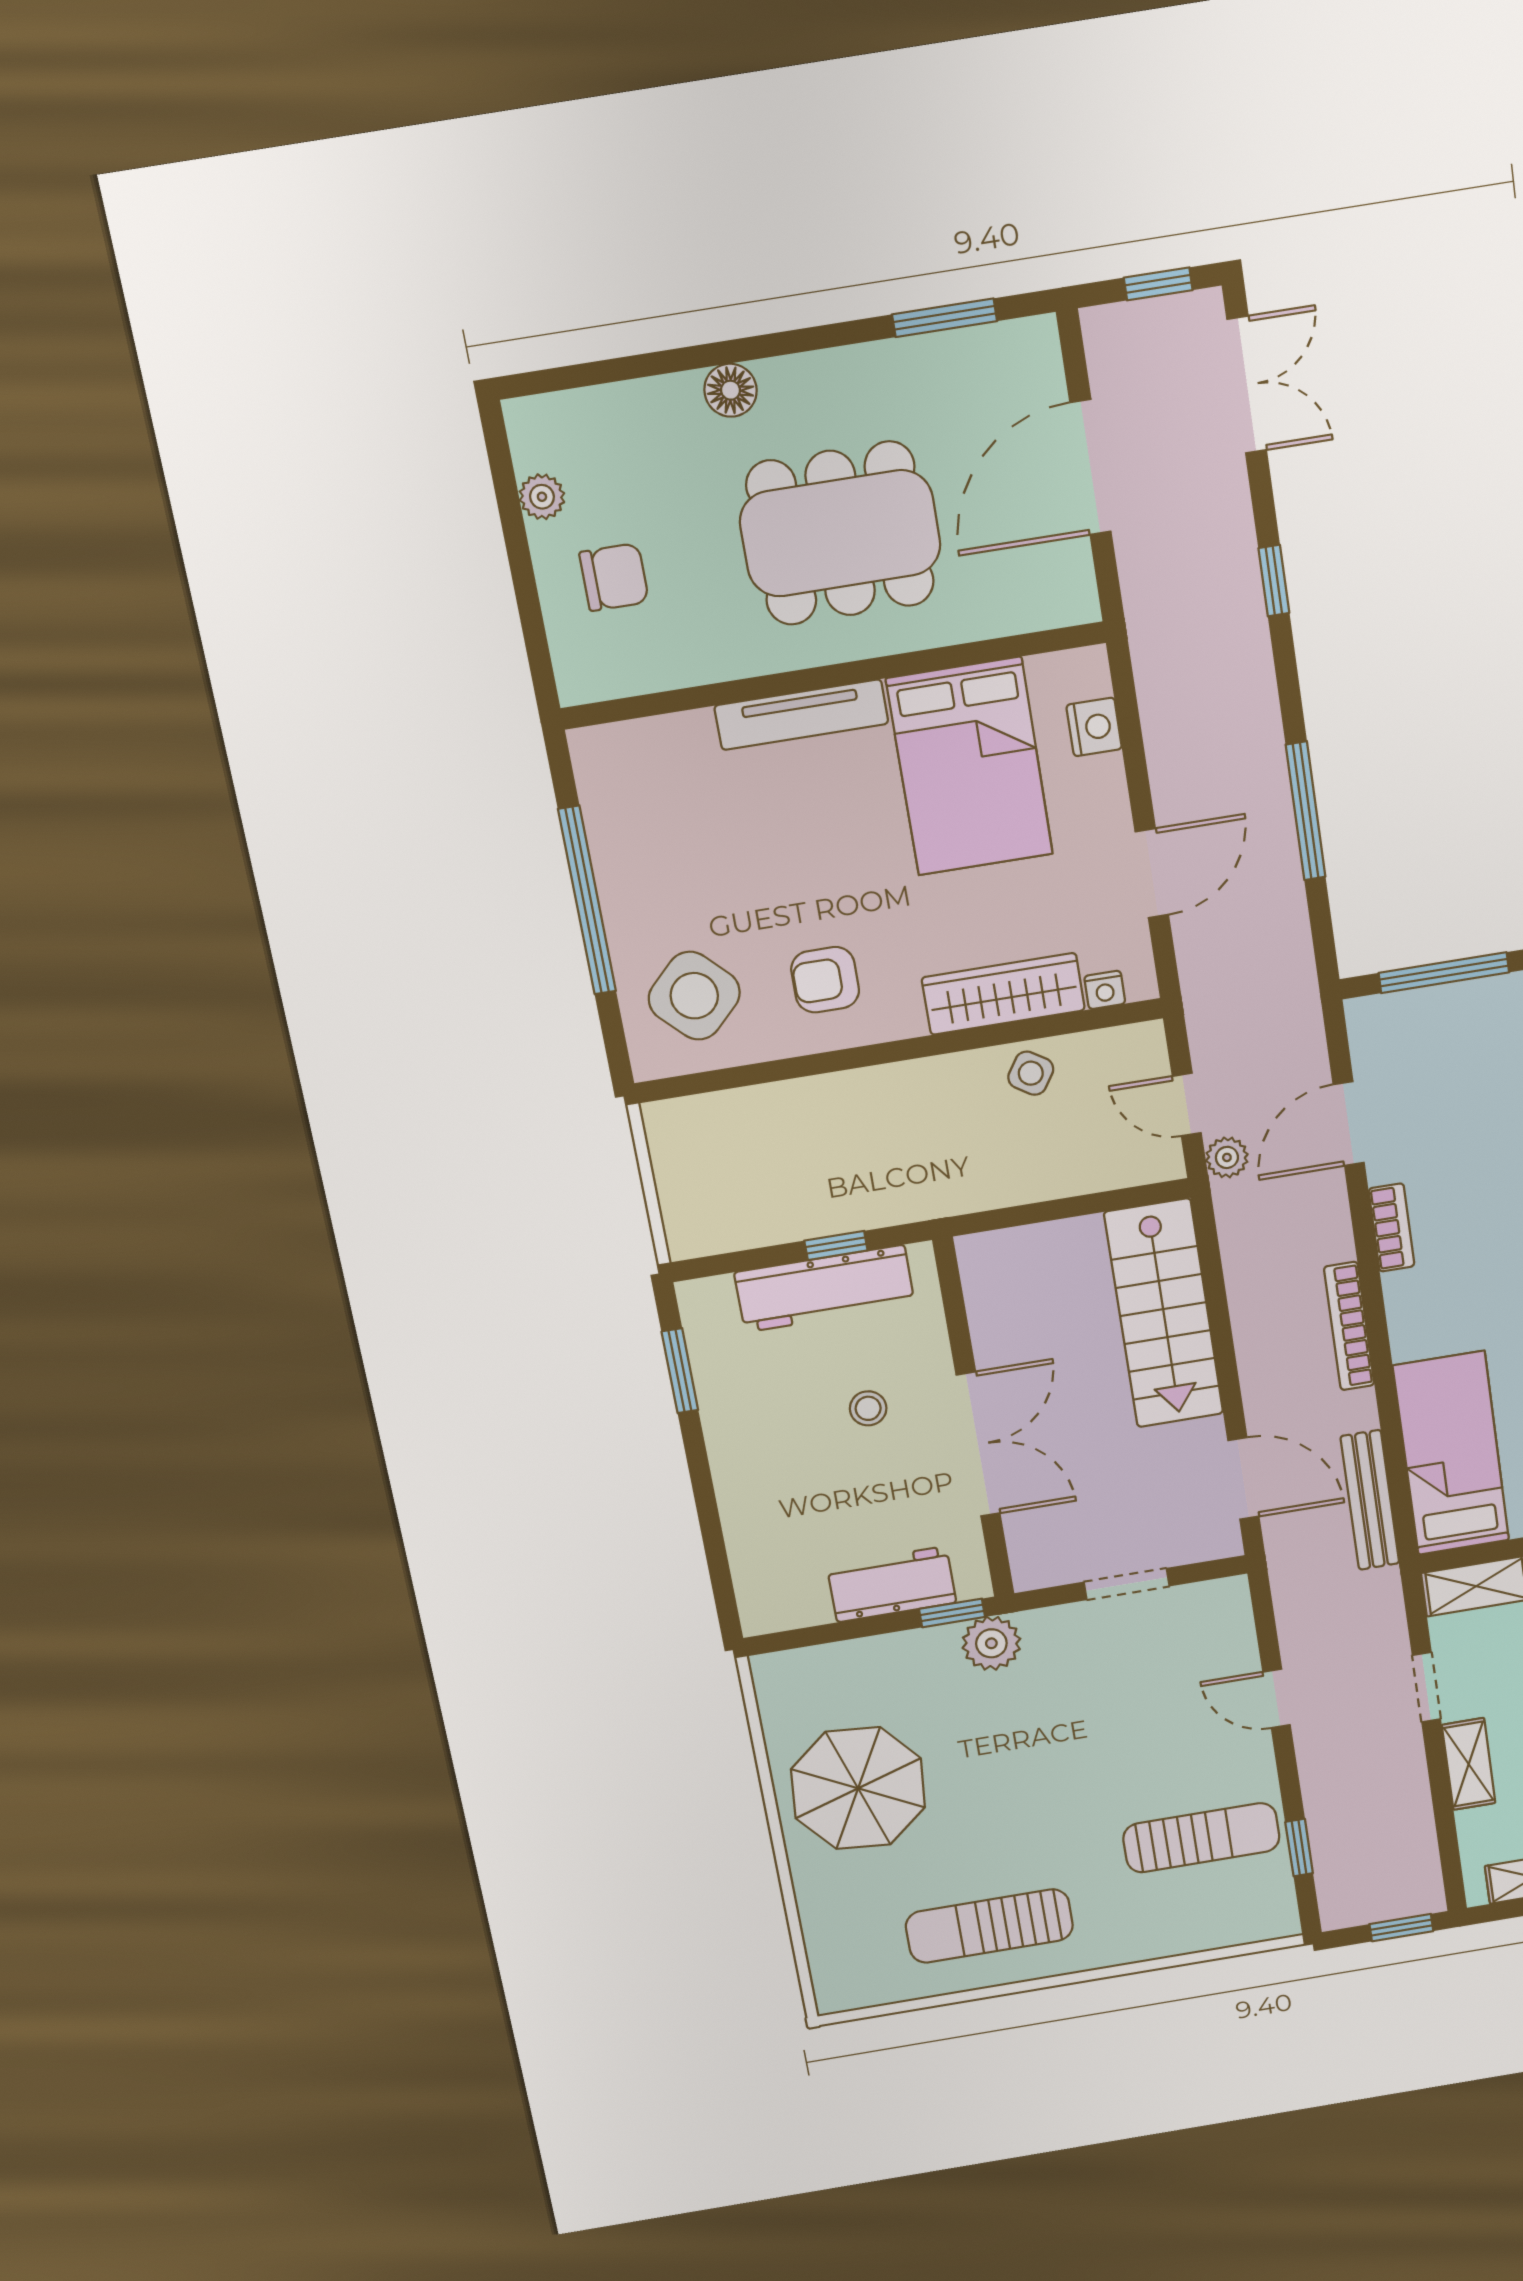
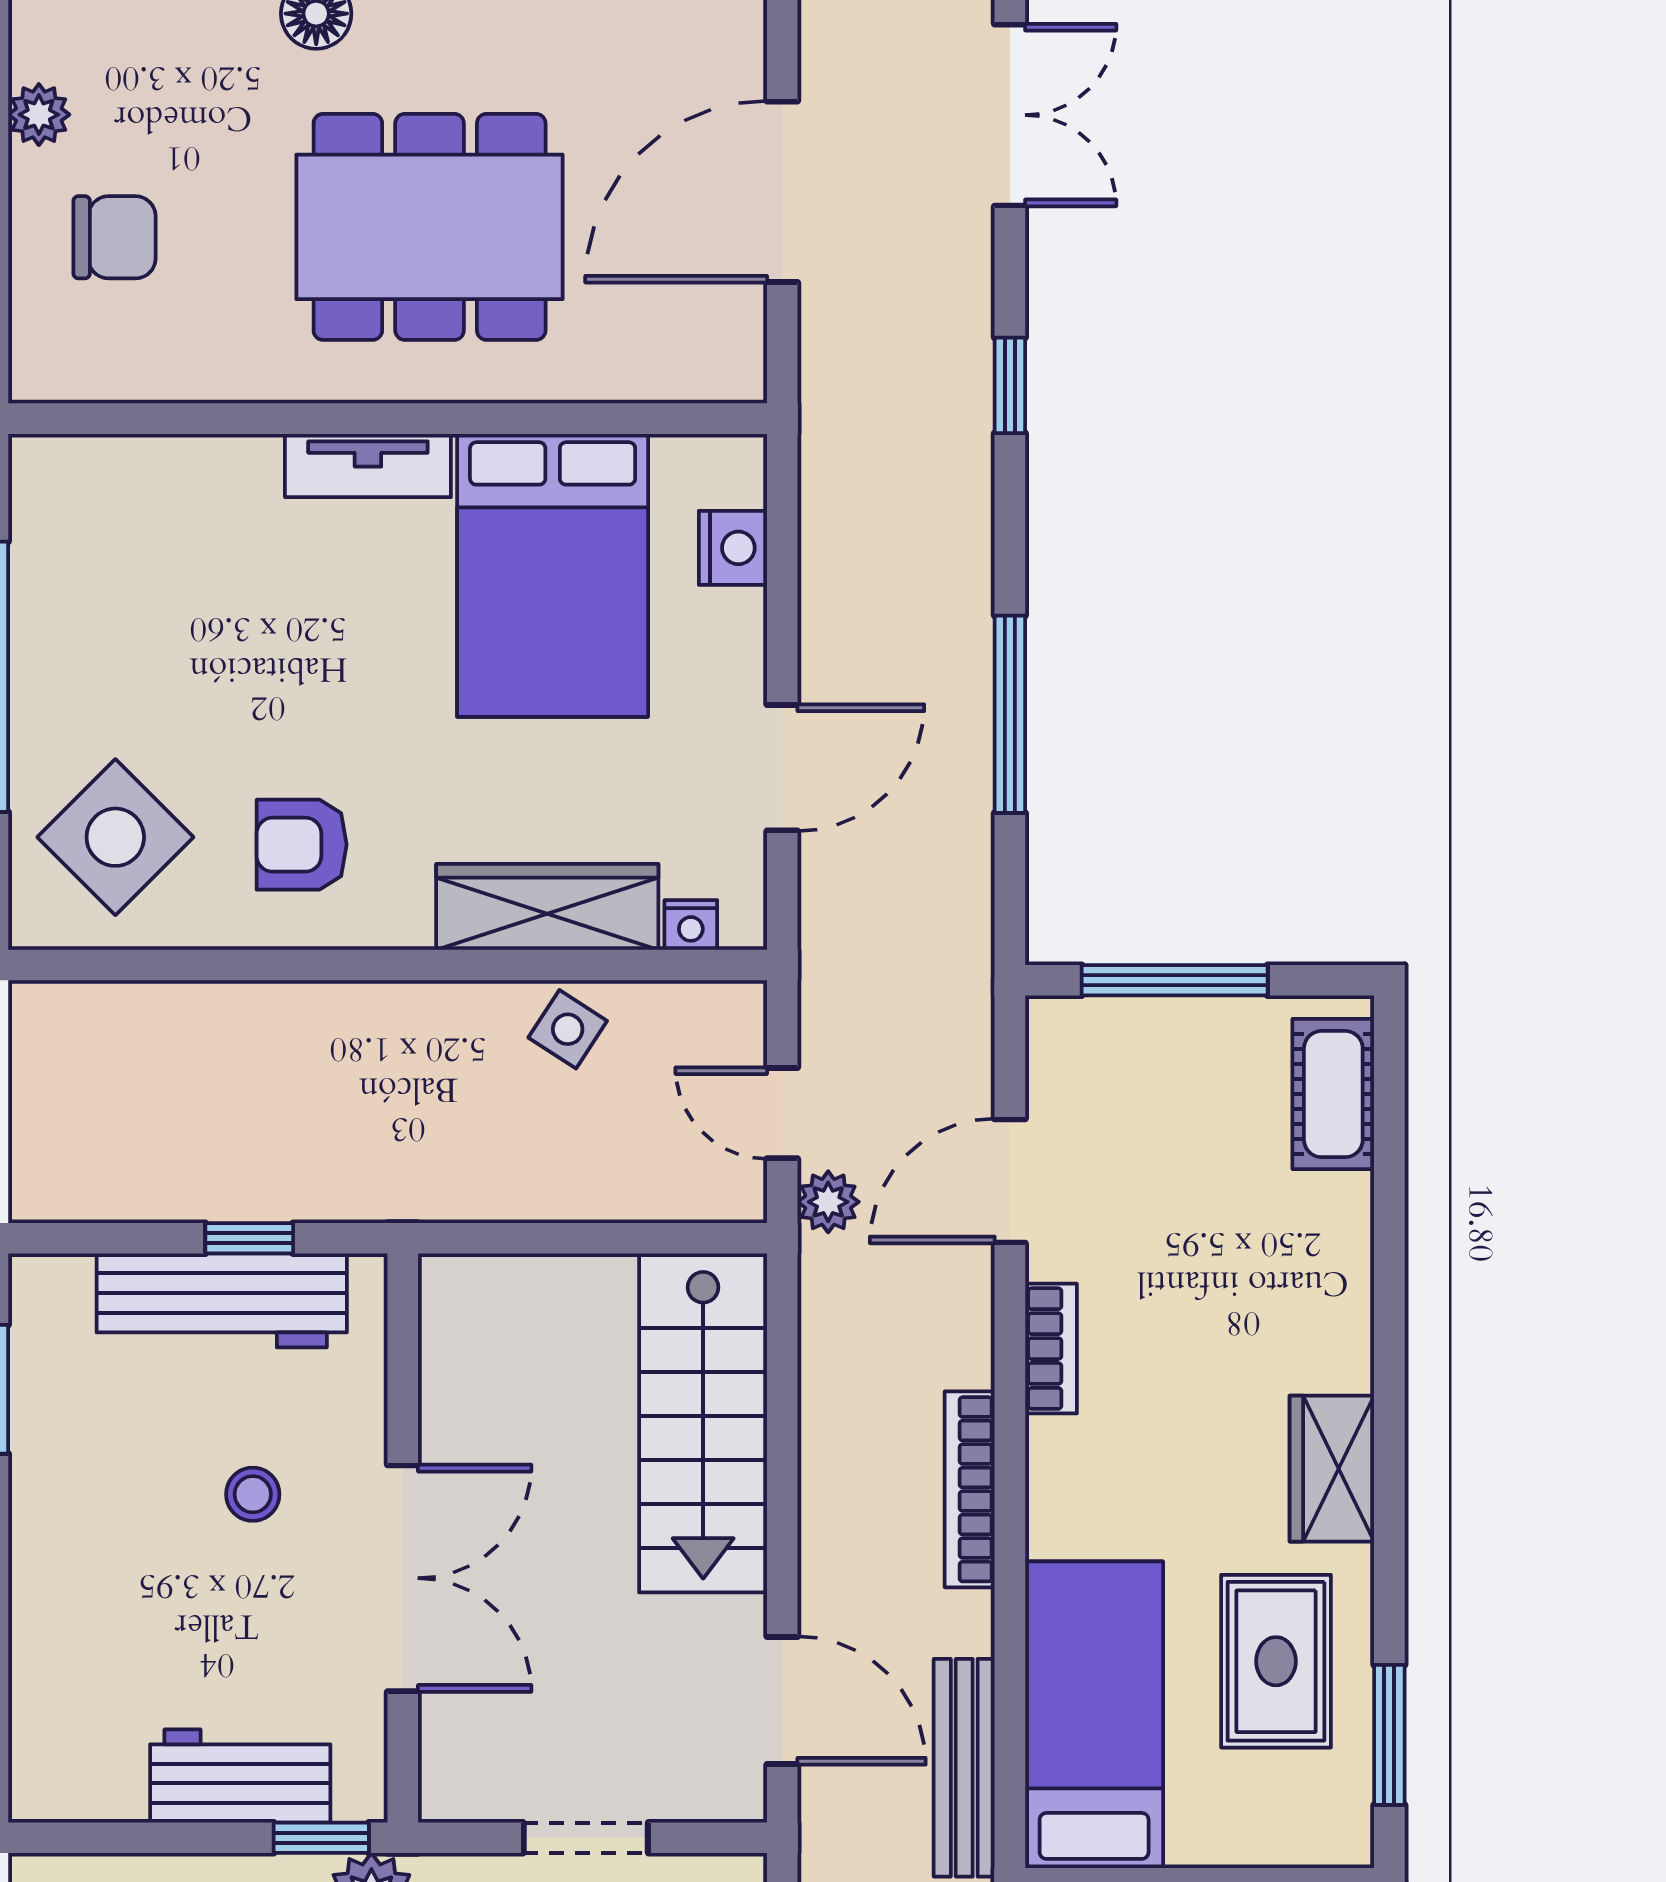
tv unit: (801, 715) -> (368, 465), width x0.71

